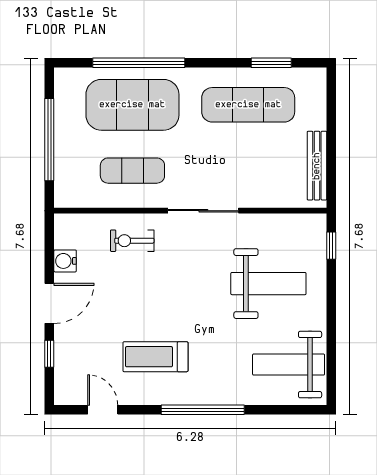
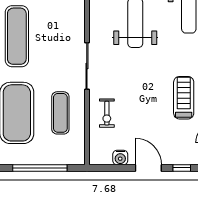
treadmill: (155, 357) -> (184, 98), turned 180

